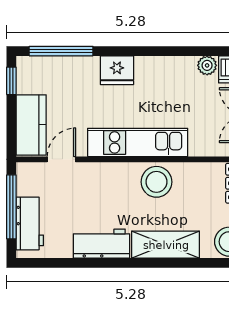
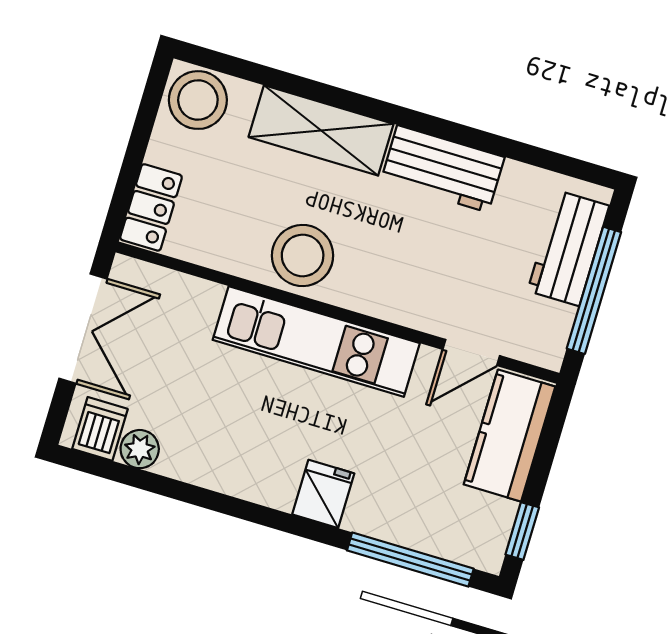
fridge: (117, 70) -> (323, 494), width x0.72

